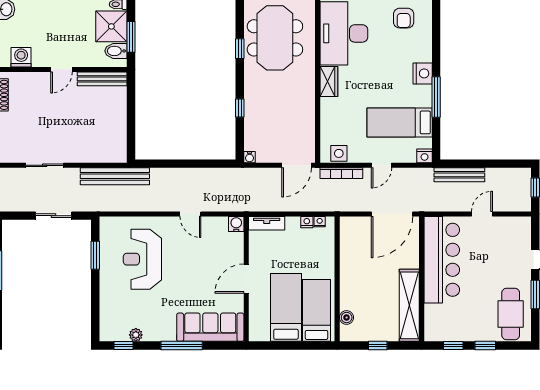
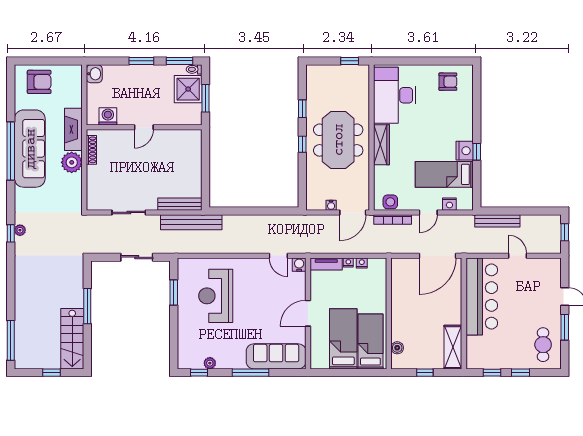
armchair: (404, 18) -> (448, 82), turned -90
meeting table: (275, 38) -> (338, 140), moved
bidet: (116, 51) -> (192, 111), removed
nightstand: (423, 73) -> (465, 151), moved
bench: (102, 79) -> (180, 204), moved
wardrobe: (329, 82) -> (381, 145), width x1.50
window: (436, 97) -> (477, 152), width x0.46
window: (240, 108) -> (302, 144), moved
nightstand: (425, 156) -> (449, 204), moved
water cooler: (250, 157) -> (331, 205), moved
door: (190, 214) -> (278, 256), moved
door: (482, 214) -> (518, 256), hinge flipped
nightstand: (320, 222) -> (348, 263), moved
shelving: (409, 305) -> (453, 347), width x0.68
cafe table: (511, 314) -> (543, 345), width x0.73, depth x0.74

